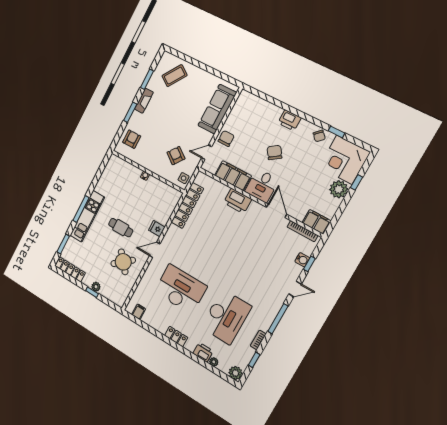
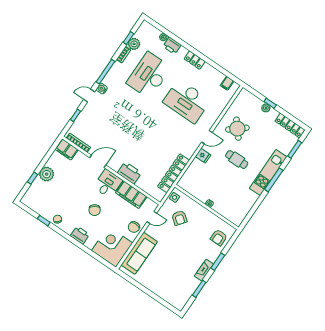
coffee table: (175, 76) -> (174, 288), removed
corner desk: (344, 160) -> (112, 247), moved, turned -90
door: (277, 211) -> (98, 161), swing flipped
water cooler: (302, 260) -> (102, 89), moved
plant: (236, 373) -> (134, 44), moved

